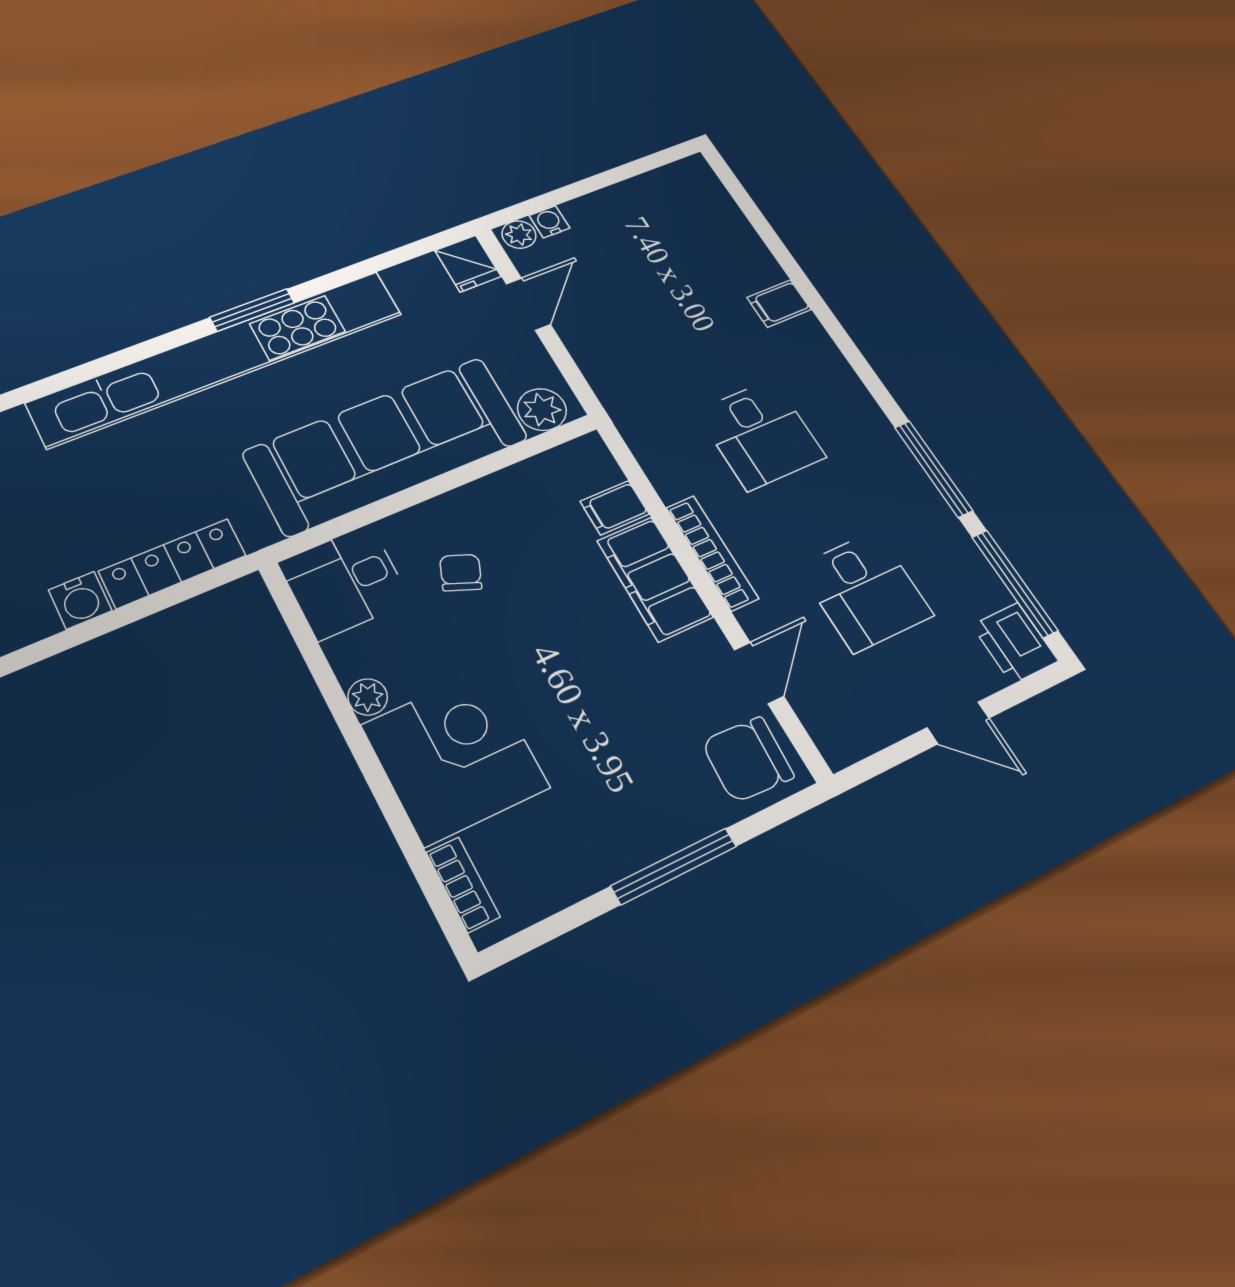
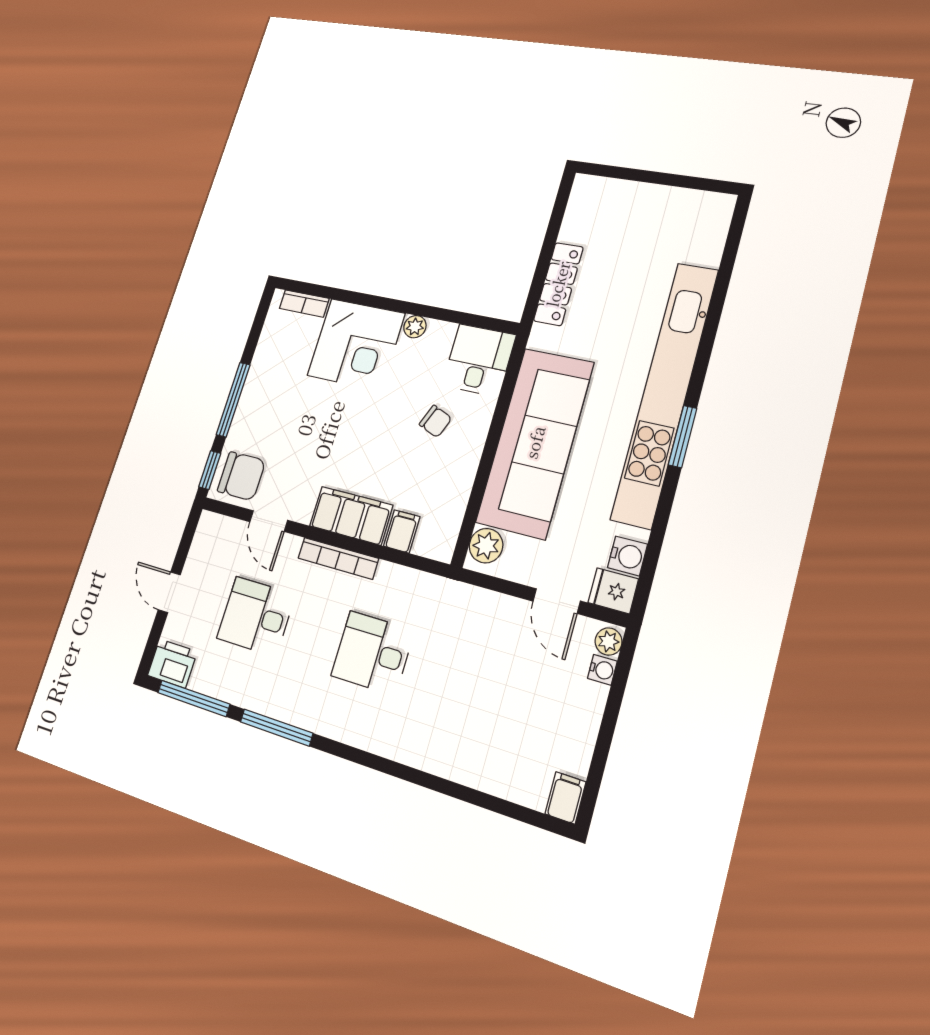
filing cabinet: (779, 303) -> (565, 798), moved
water cooler: (80, 600) -> (627, 556), moved, turned 180
door: (958, 723) -> (169, 592), hinge flipped
chair: (748, 759) -> (241, 476), turned 87
window: (783, 811) -> (210, 470), added

